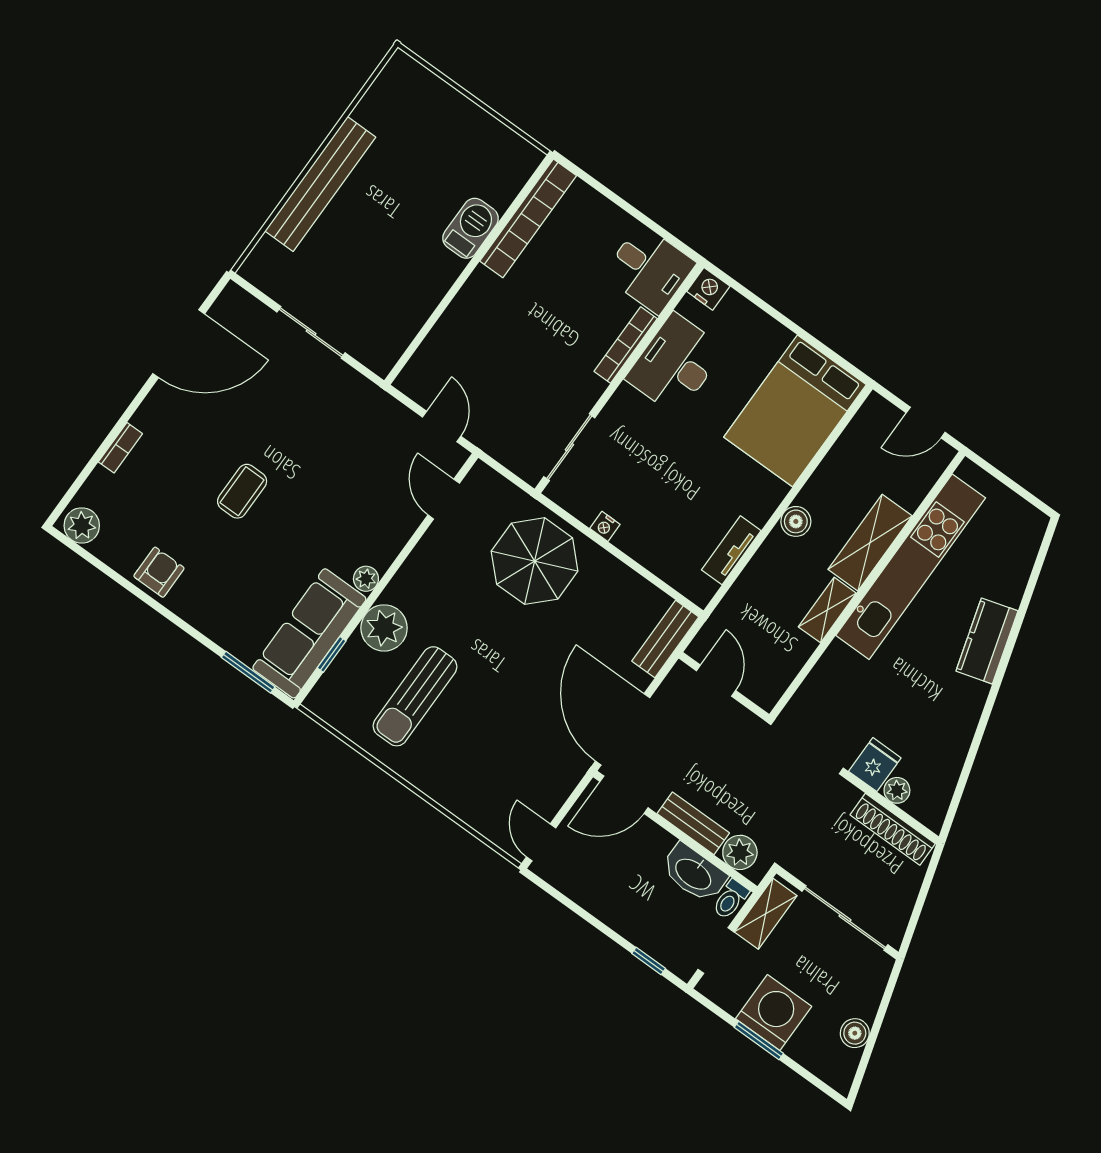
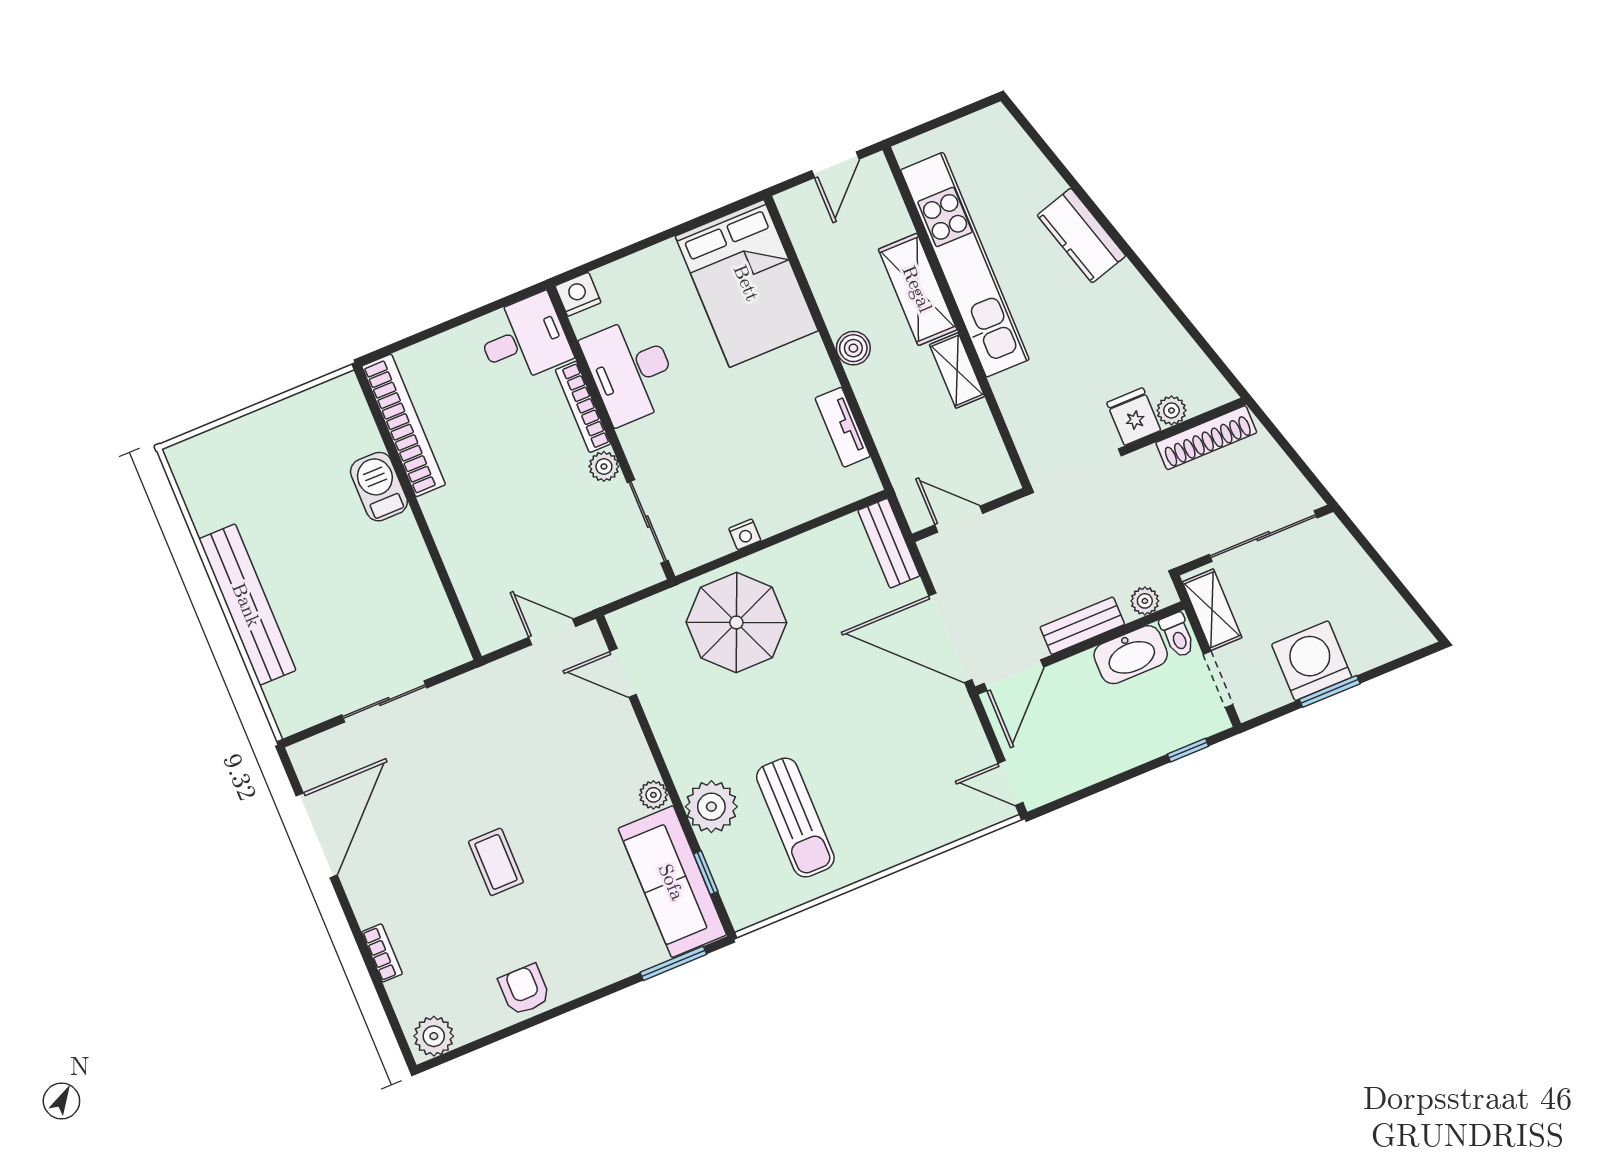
plant: (590, 389) -> (604, 466), added
plant: (740, 852) -> (1145, 601), width x0.73, depth x0.73
boiler: (855, 1033) -> (1380, 595), removed

